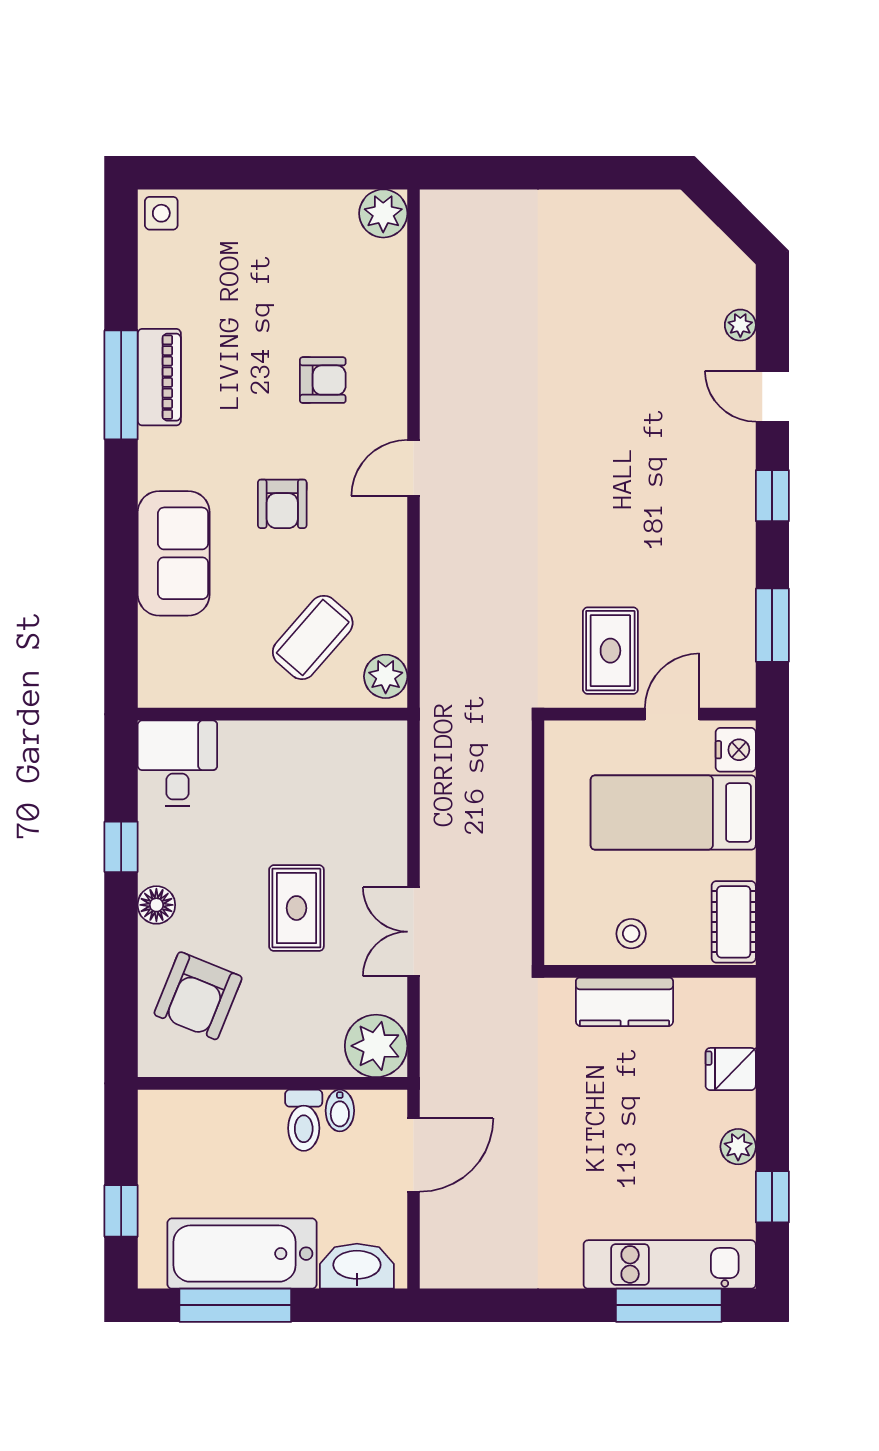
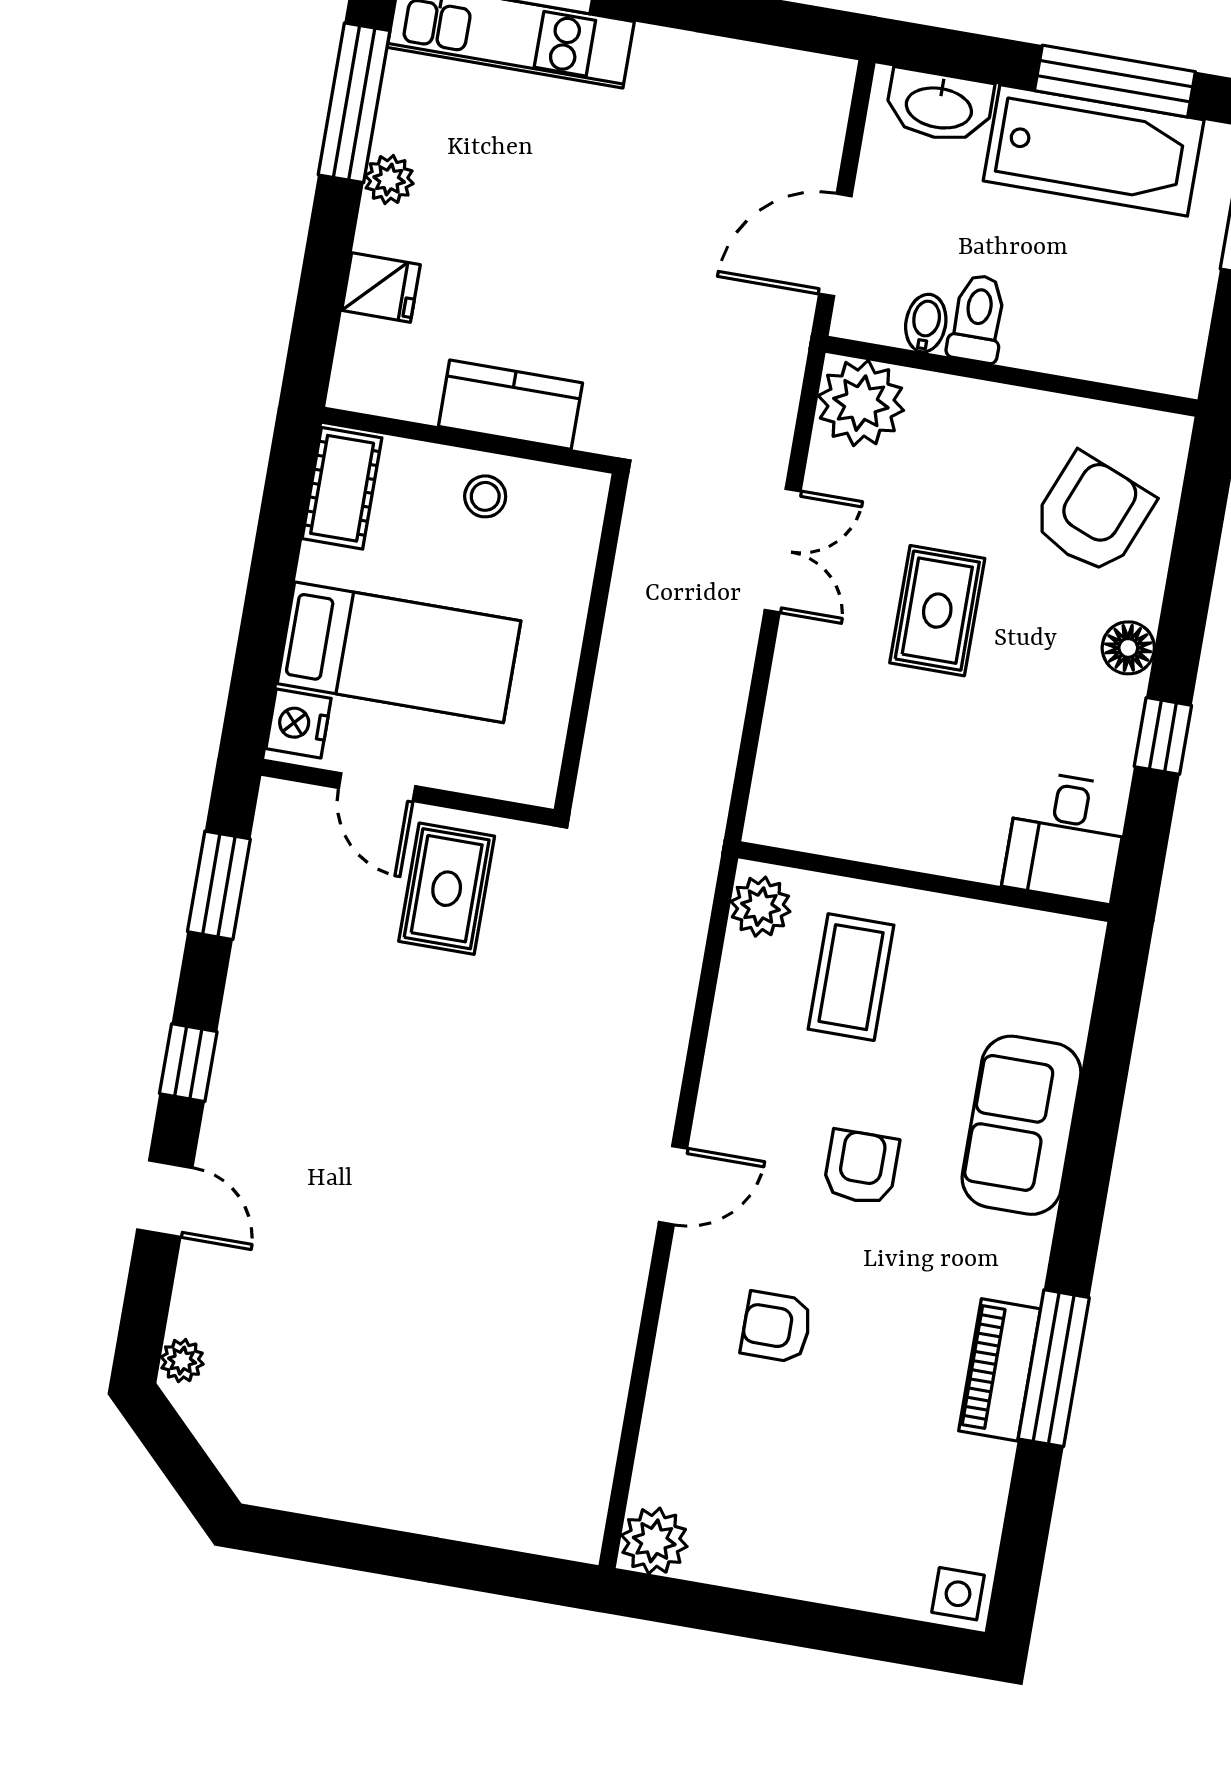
plant: (740, 325) -> (182, 1361), moved
coffee table: (313, 637) -> (851, 977), turned -41
door: (672, 714) -> (377, 787), hinge flipped
window: (772, 1197) -> (354, 103), width x2.17

